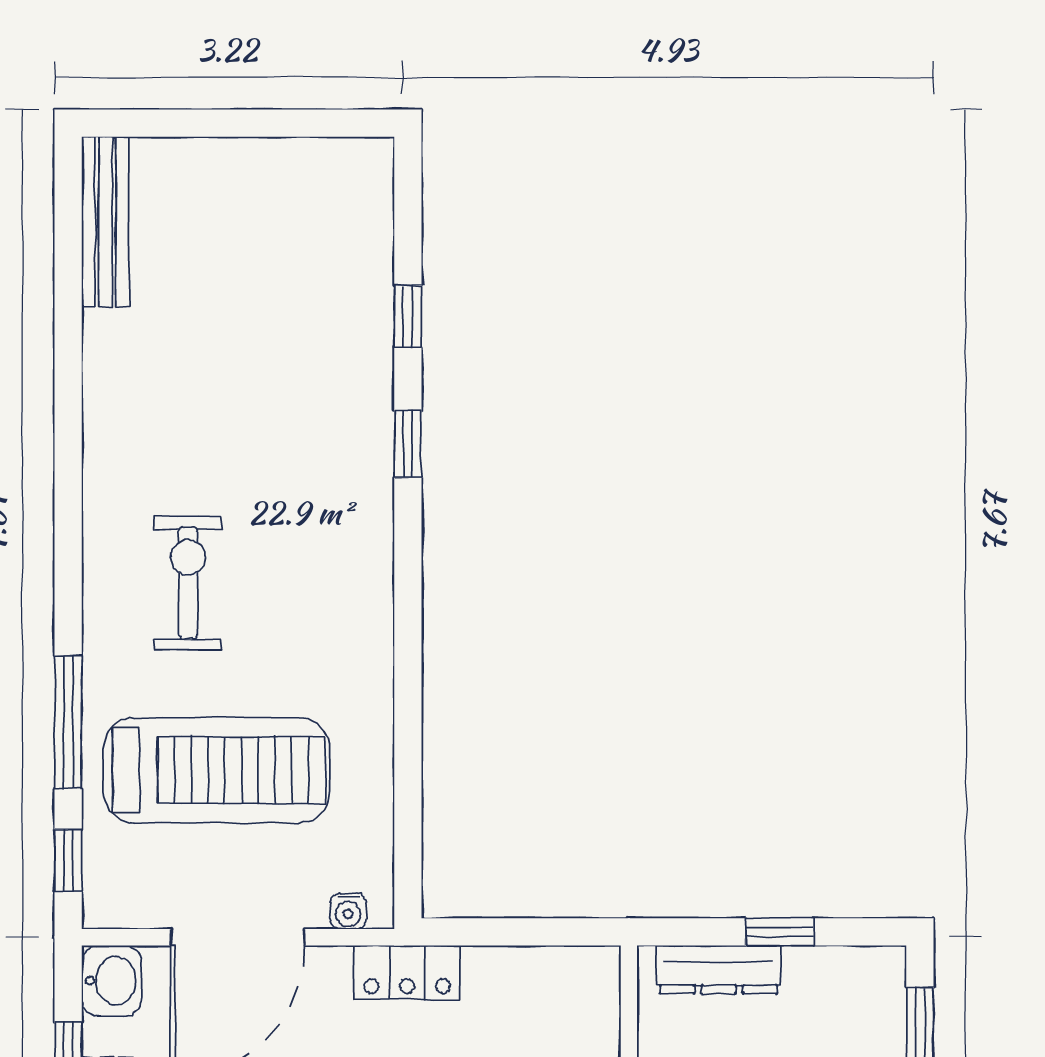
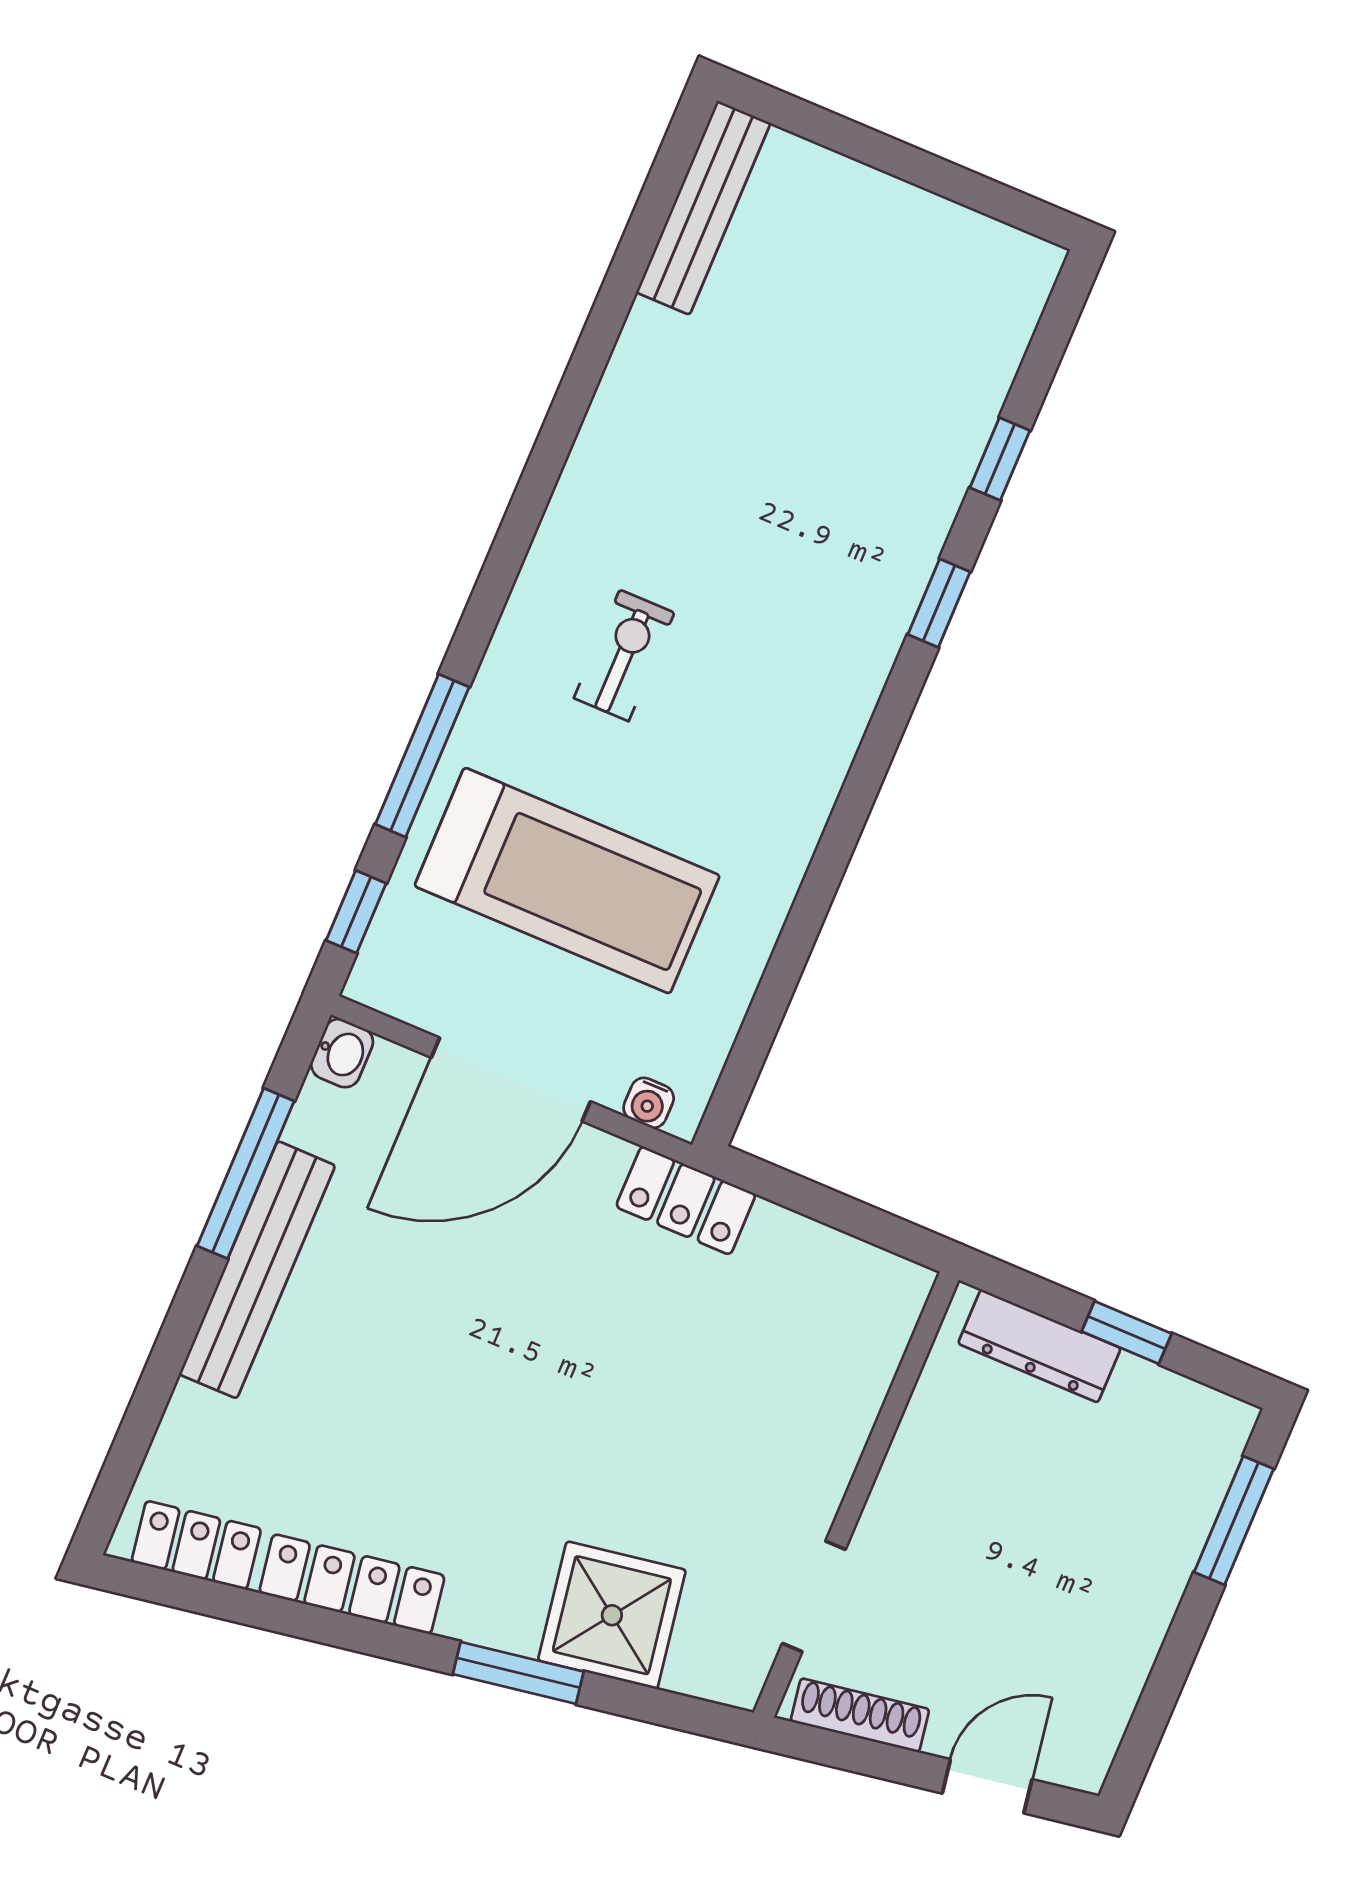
exercise bike: (188, 583) -> (624, 655), width x0.73, depth x0.72
washbasin: (112, 981) -> (342, 1053), width x0.72, depth x0.69

